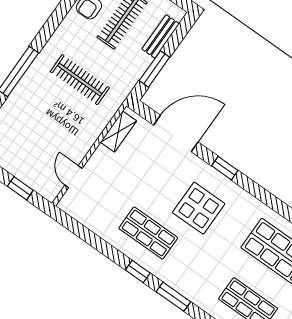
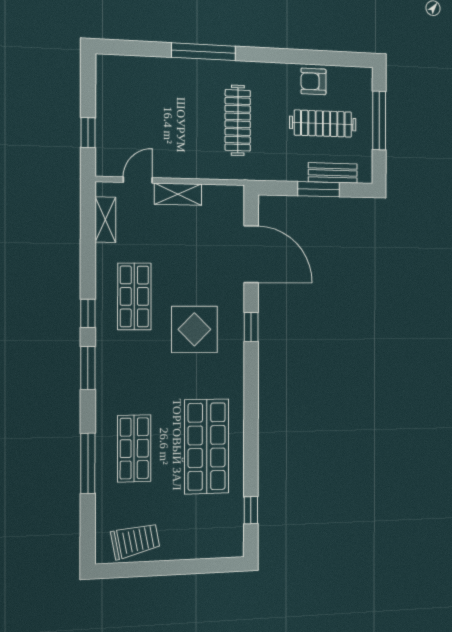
window: (154, 69) -> (319, 189), moved
shelving: (118, 132) -> (178, 194), moved
shelving: (85, 217) -> (105, 220), added

